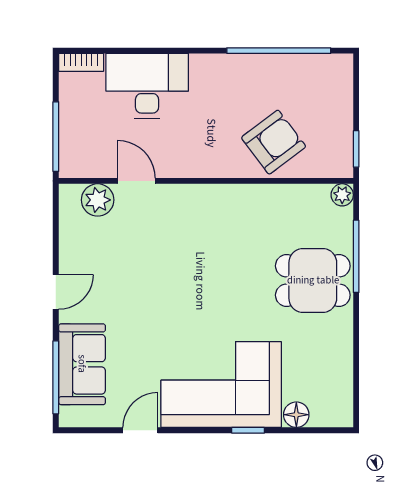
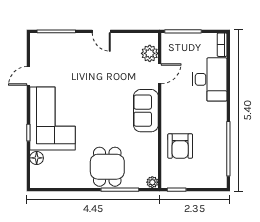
armchair: (274, 142) -> (180, 146), turned 37
sofa: (82, 364) -> (146, 111), moved, turned 90
door: (140, 430) -> (28, 76), swing flipped

